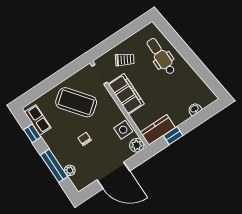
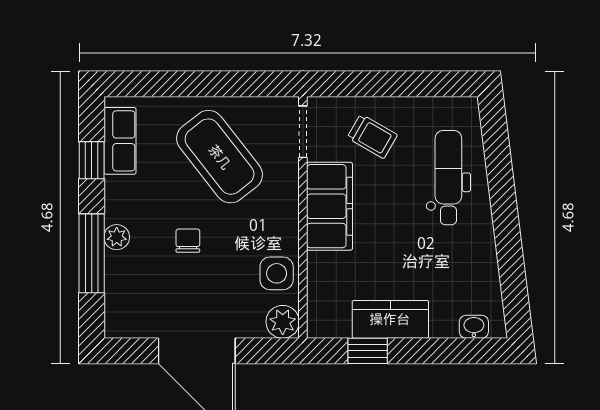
washbasin: (195, 109) -> (474, 327), moved
kitchen counter: (158, 130) -> (390, 319), moved
plant: (70, 170) -> (117, 237), moved

